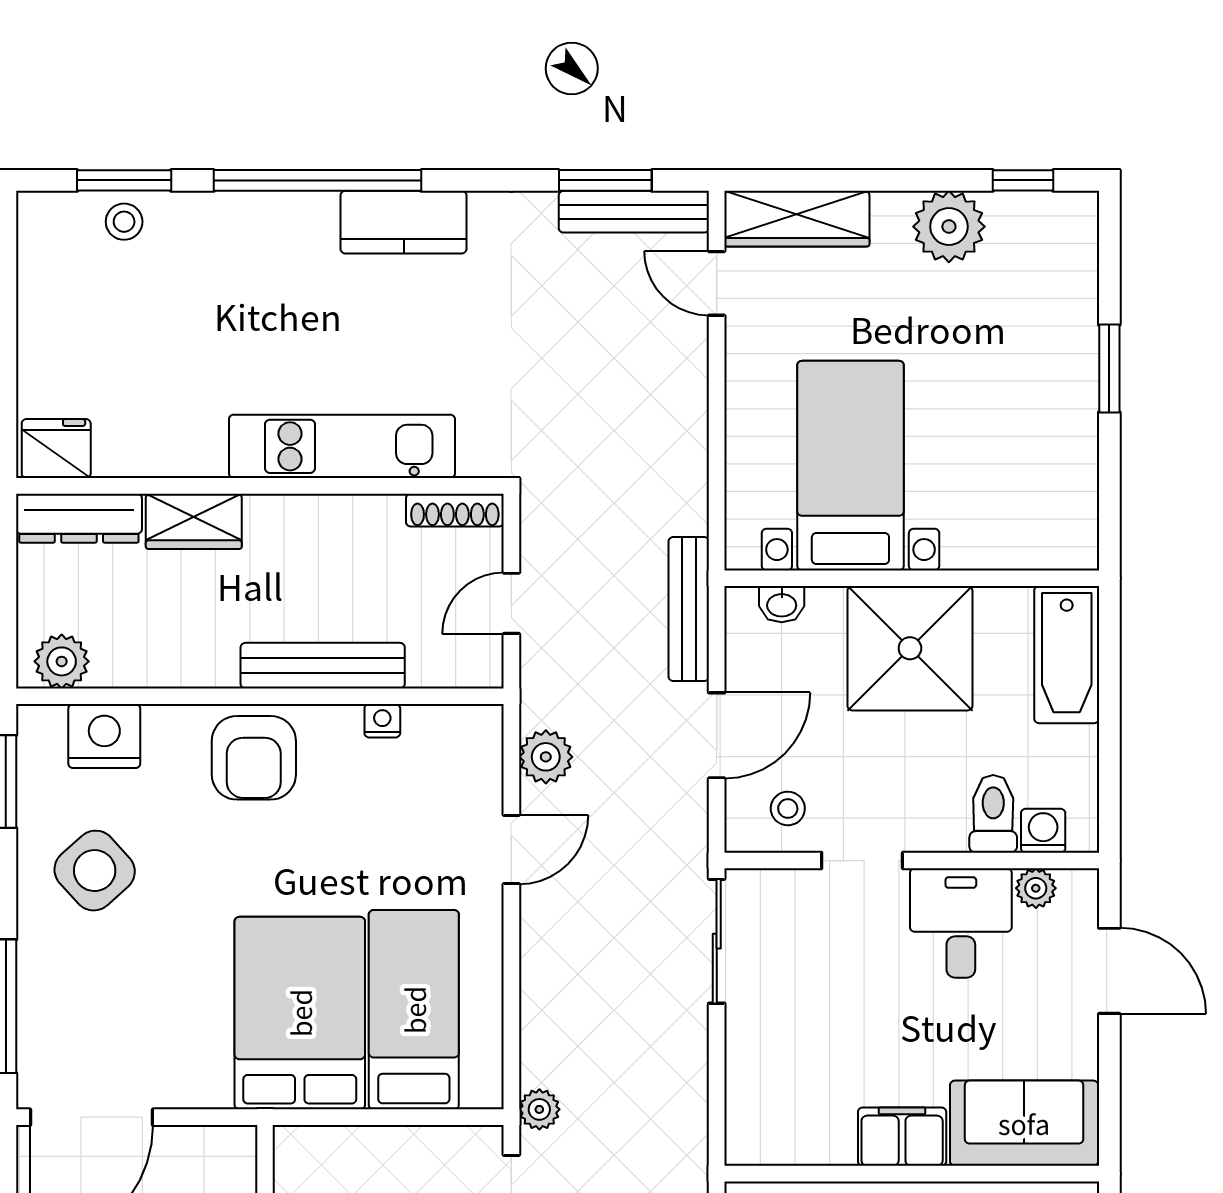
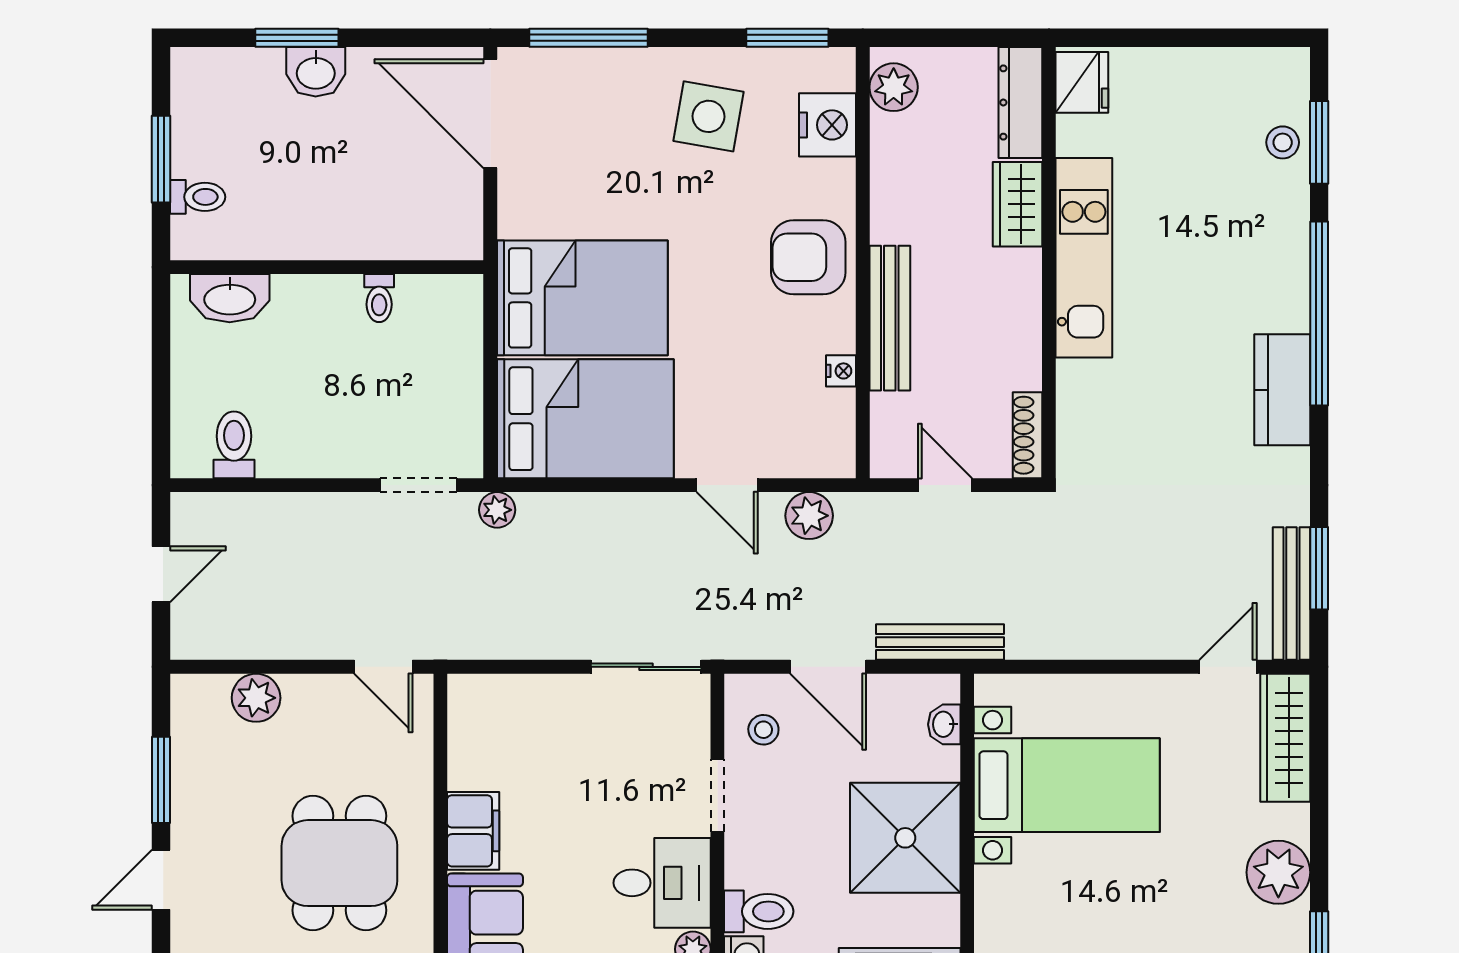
kitchen unit: (342, 446) -> (1084, 258), moved
side table: (95, 871) -> (709, 116), turned -38
bed: (414, 1010) -> (585, 419), width x1.50

